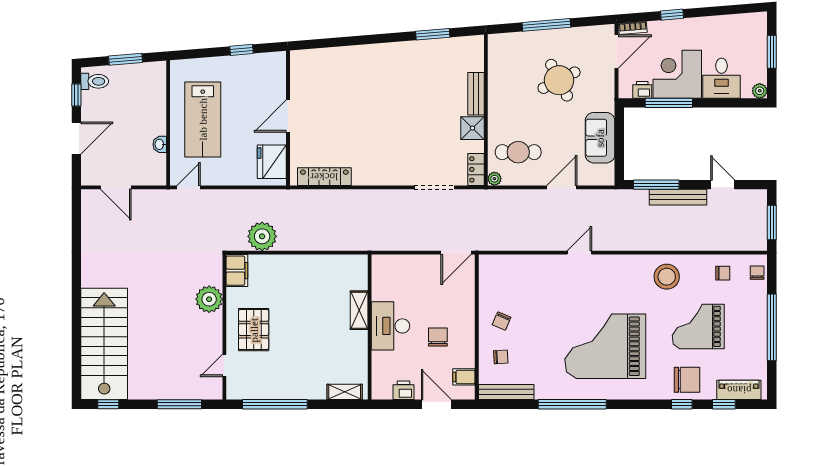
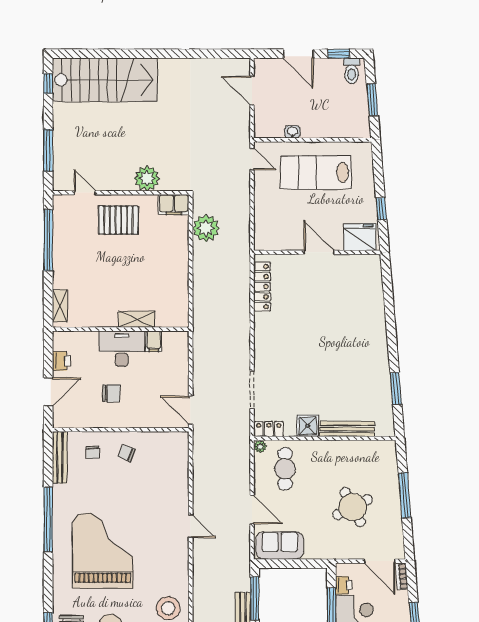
bench: (476, 94) -> (347, 429), width x1.36
sofa: (600, 138) -> (280, 546), moved
fridge: (272, 162) -> (360, 237), moved
door: (116, 187) -> (252, 91), hinge flipped
filing cabinet: (464, 377) -> (154, 341), moved, turned 180

